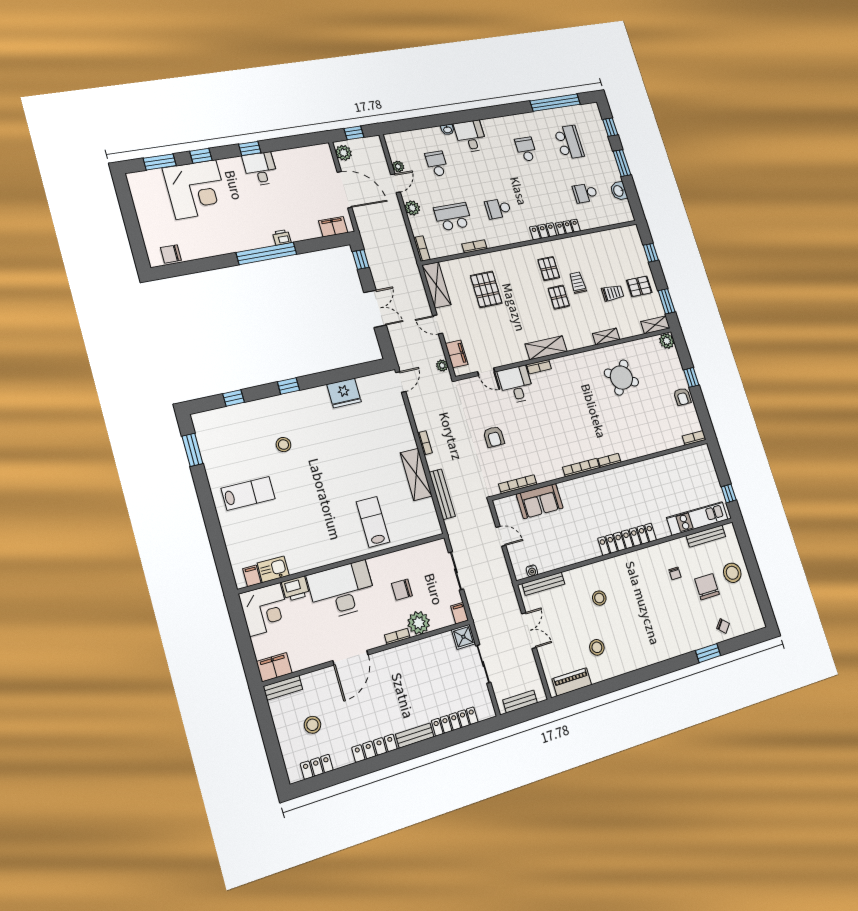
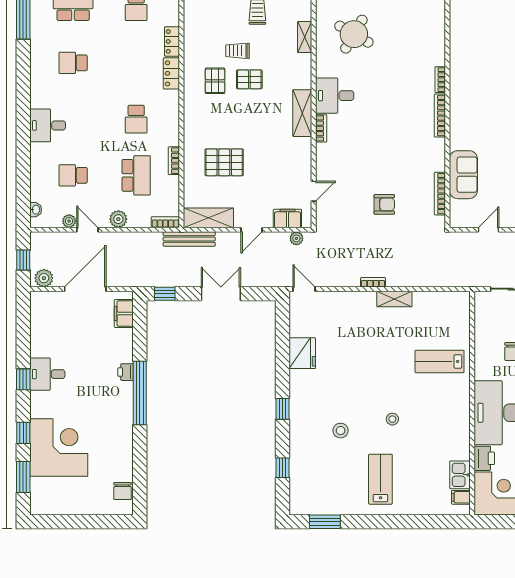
washbasin: (447, 130) -> (36, 210), moved
school desk: (453, 217) -> (136, 175), turned 180
pallet: (549, 269) -> (215, 81), turned 90
desk: (516, 385) -> (335, 96), moved
shelving: (416, 474) -> (394, 299), width x0.67, depth x0.75
stool: (308, 491) -> (392, 419), added
bench: (442, 494) -> (189, 239), moved

